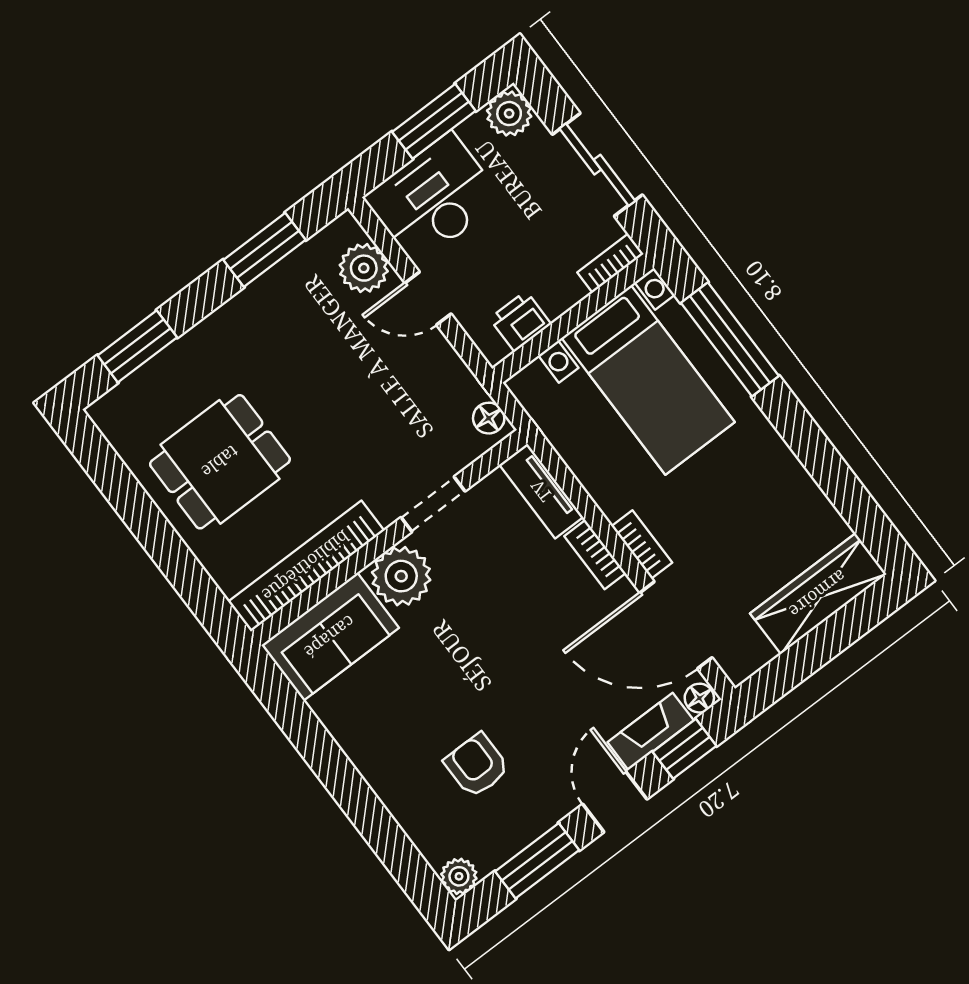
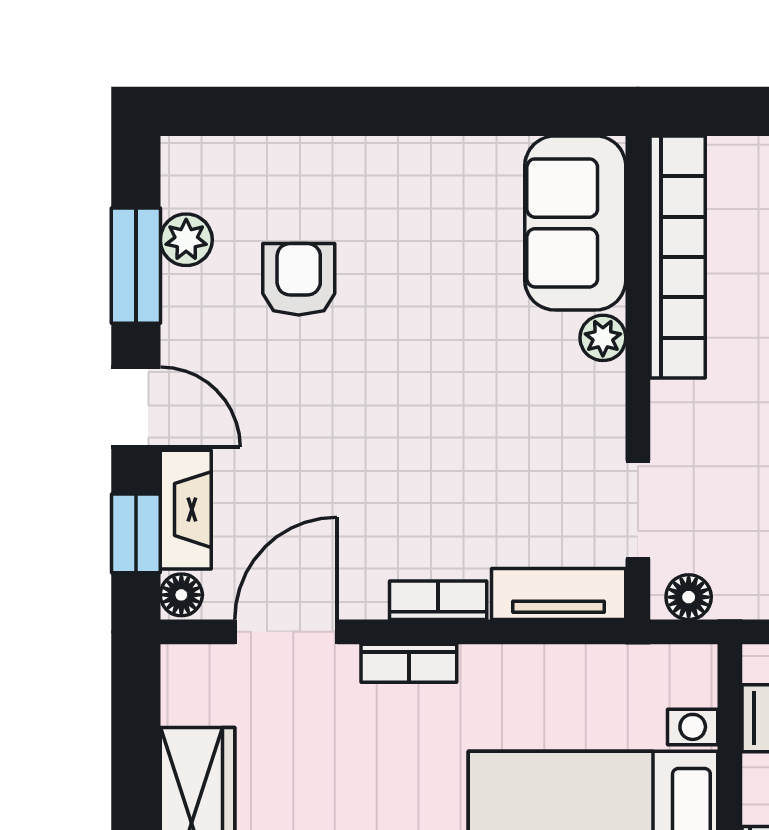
doorway: (433, 504) -> (638, 510), moved
plant: (401, 576) -> (603, 338), width x0.53, depth x0.53
door: (676, 625) -> (286, 632), width x0.73
armchair: (477, 765) -> (299, 279), turned -90
plant: (459, 876) -> (186, 240), moved

